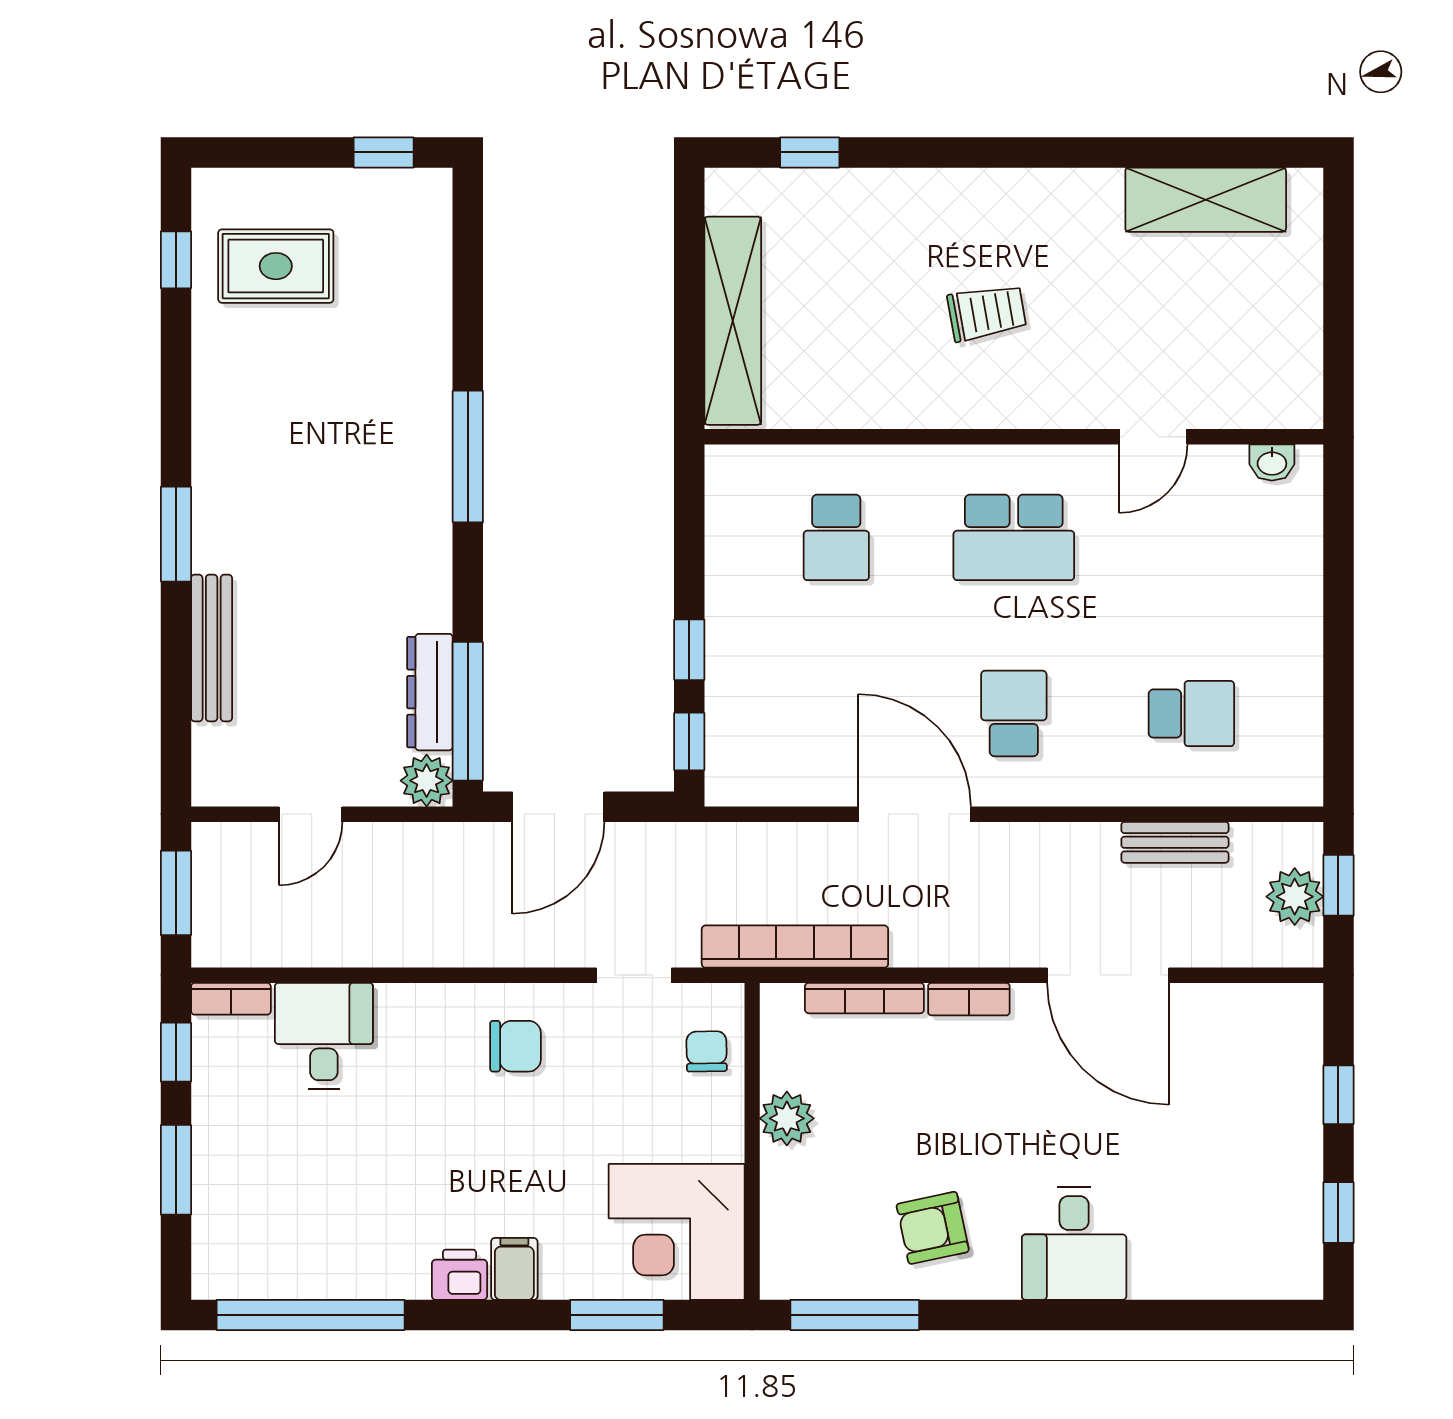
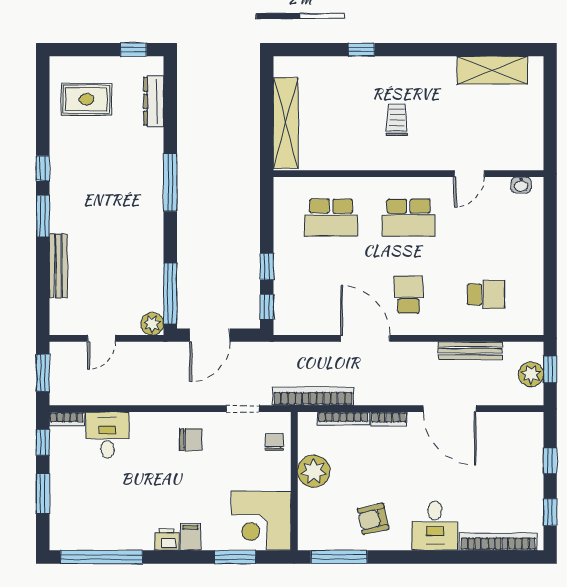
window: (810, 152) -> (361, 50), moved
window: (176, 260) -> (43, 168), moved
trolley: (987, 313) -> (397, 119), turned -80
school desk: (836, 537) -> (331, 218), width x1.85
dresser: (430, 692) -> (154, 101), moved
bench: (1175, 842) -> (470, 351), width x1.36
plant: (787, 1118) -> (314, 471), width x1.36, depth x1.36
bookcase: (1219, 1280) -> (498, 542), added

